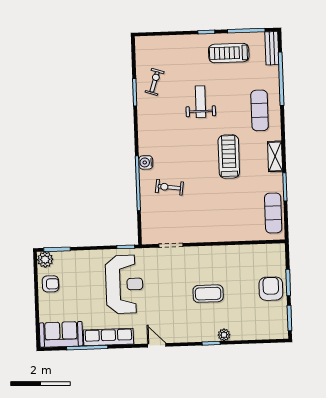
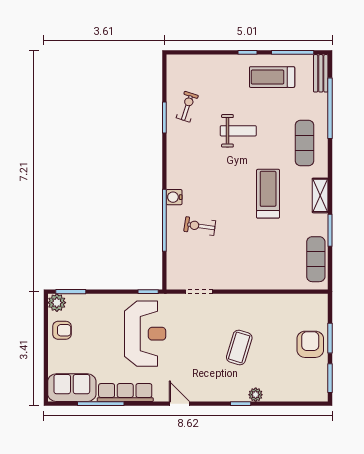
weight bench: (201, 102) -> (238, 131), turned 90
coffee table: (208, 294) -> (239, 347), turned -73

